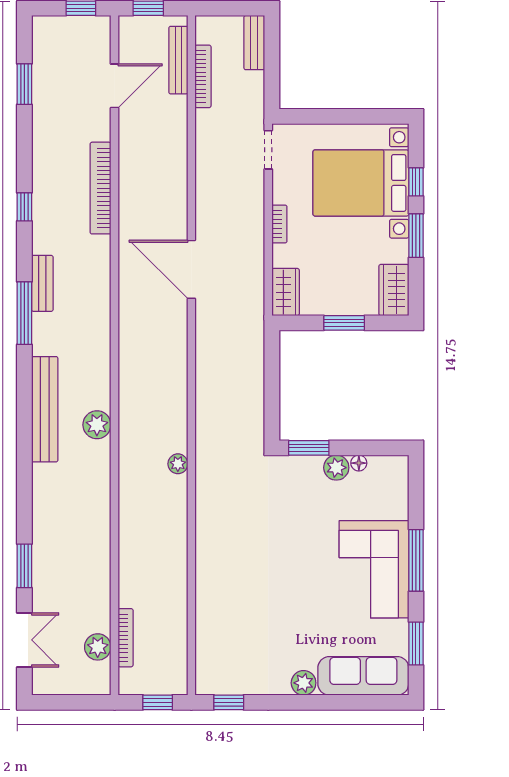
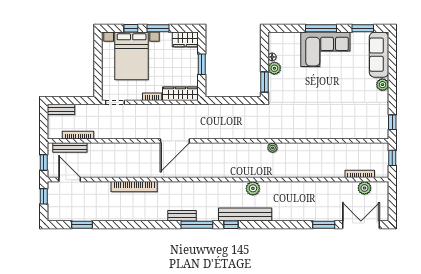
door: (115, 86) -> (70, 180), moved
window: (24, 207) -> (231, 225), moved
wardrobe: (286, 292) -> (180, 94), width x1.50
double door: (24, 640) -> (361, 225), width x1.37

